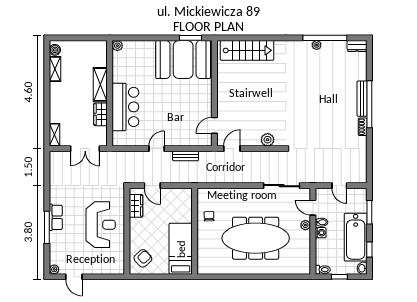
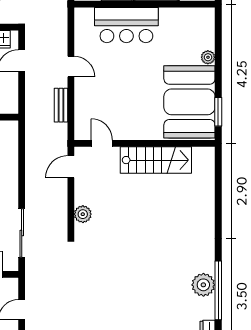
plant: (317, 45) -> (203, 285), width x1.88, depth x1.88
plant: (117, 46) -> (208, 57), moved
stairs: (247, 50) -> (156, 160), moved, turned -90
door: (232, 149) -> (71, 167), swing flipped

